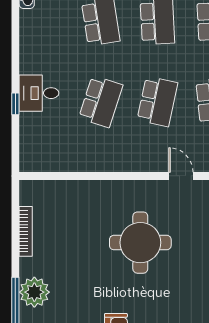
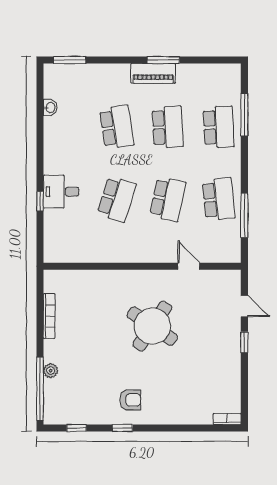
round table: (140, 243) -> (152, 326), turned 34
plant: (34, 292) -> (51, 371), width x0.53, depth x0.53

